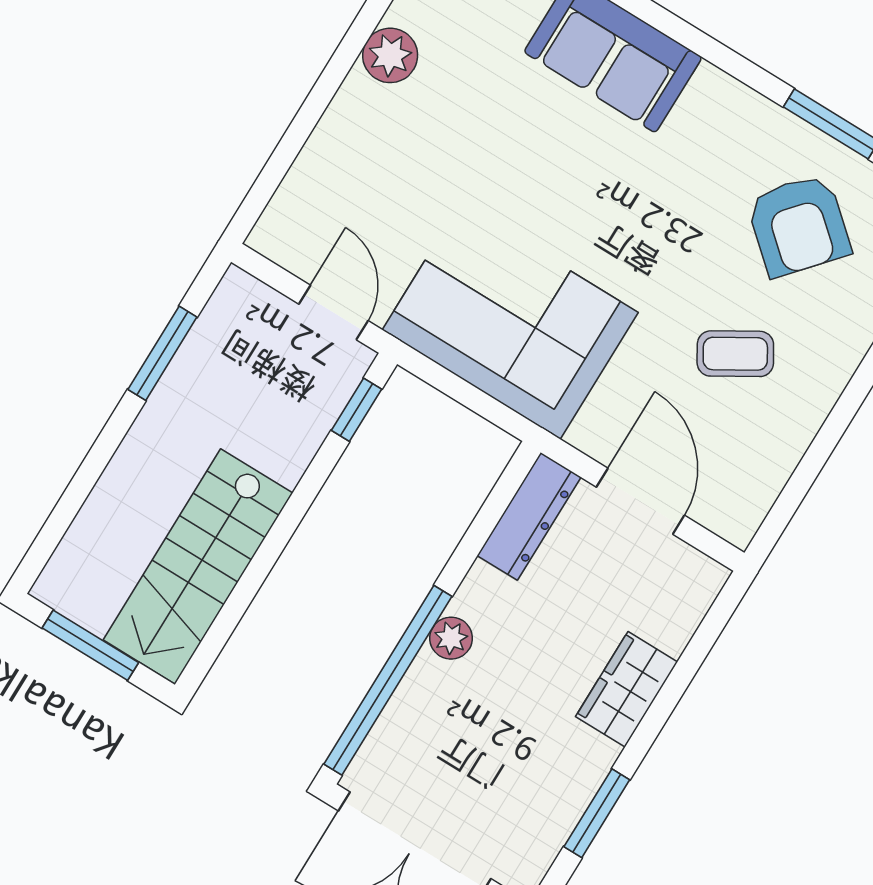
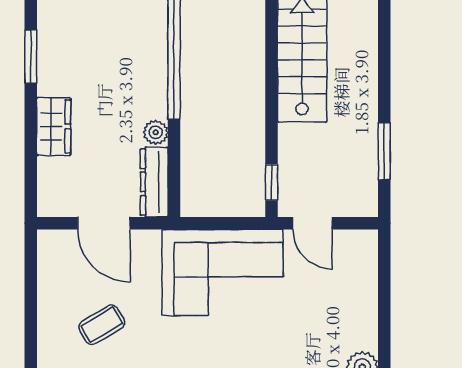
plant: (451, 638) -> (156, 132), moved

